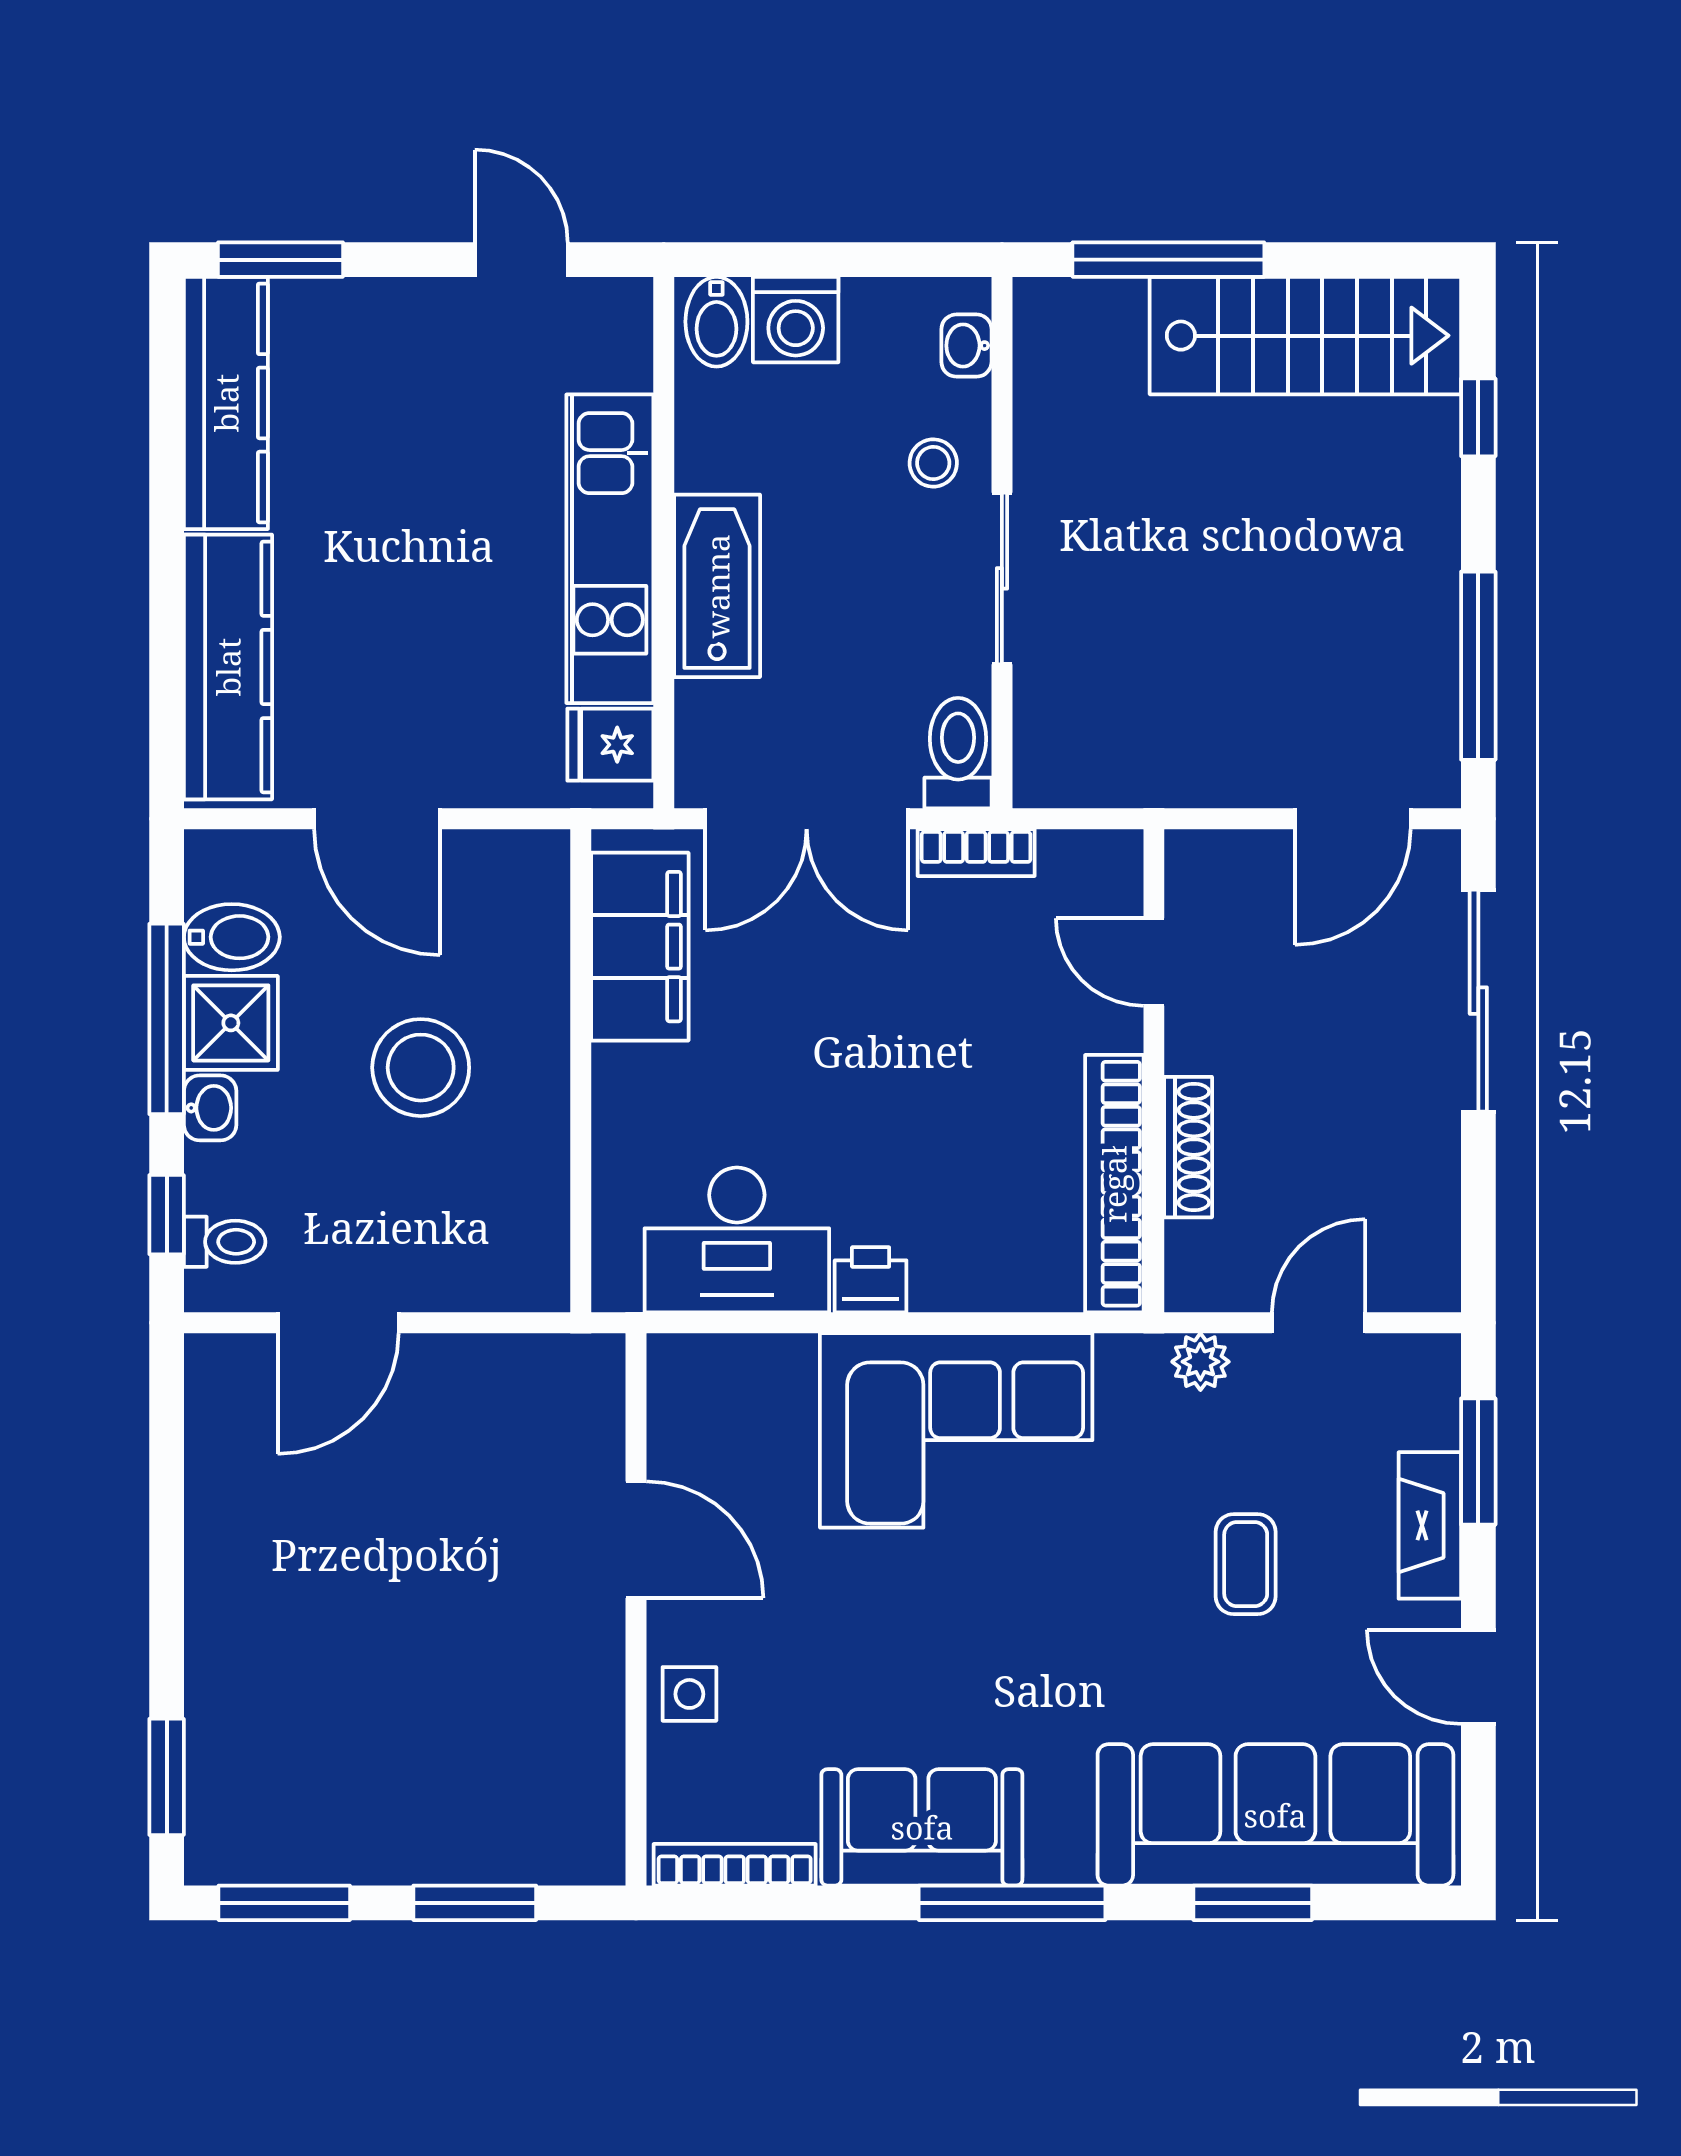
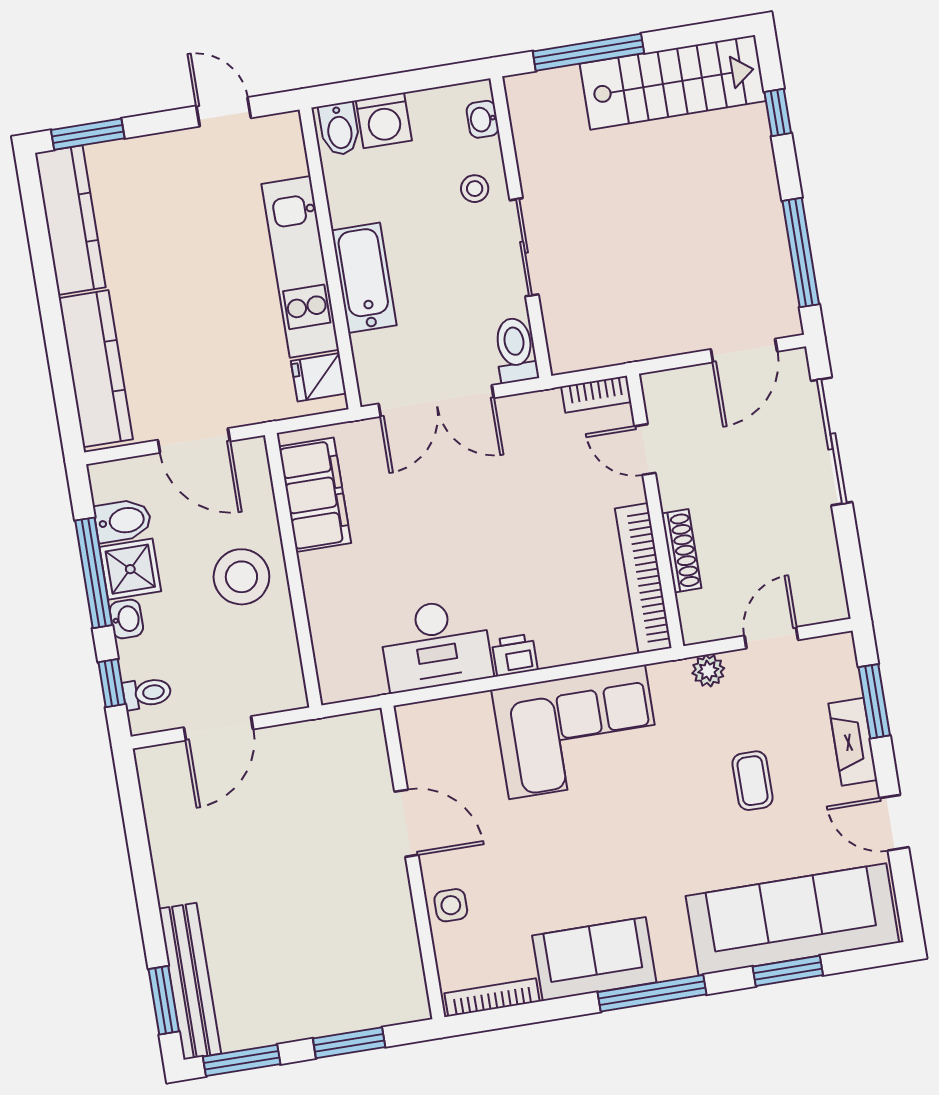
bookcase: (976, 853) -> (596, 394), moved
filing cabinet: (640, 947) -> (315, 495), moved
wall: (581, 1071) -> (293, 570), moved
bench: (217, 1751) -> (190, 981), added

